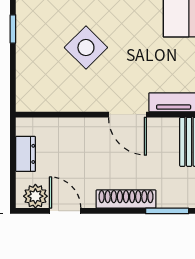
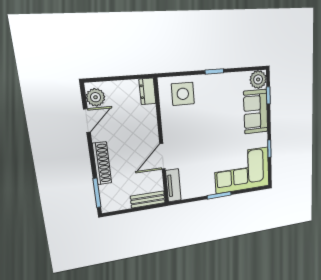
side table: (86, 48) -> (183, 94), moved, turned 45
dresser: (26, 154) -> (147, 91), moved, turned 90

